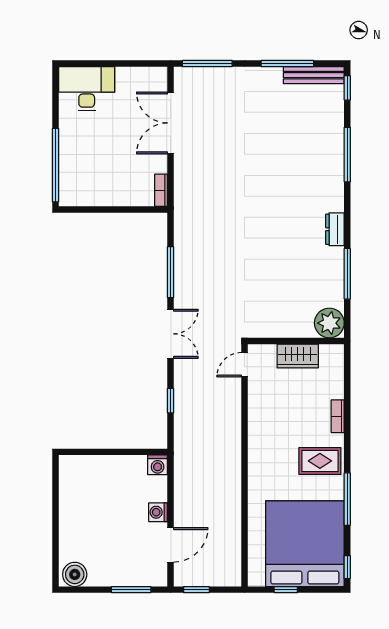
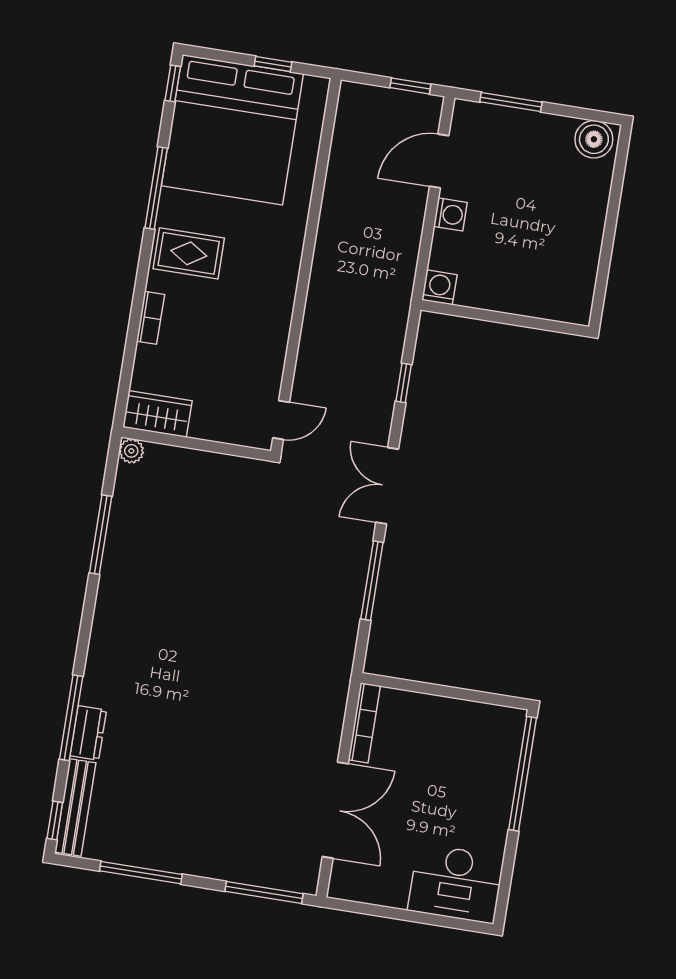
bench: (314, 75) -> (75, 807), moved, turned 90
bookcase: (161, 190) -> (364, 723), width x1.56
dresser: (335, 229) -> (88, 733), moved
plant: (329, 323) -> (131, 451), width x0.53, depth x0.53
wardrobe: (298, 356) -> (157, 414), moved

